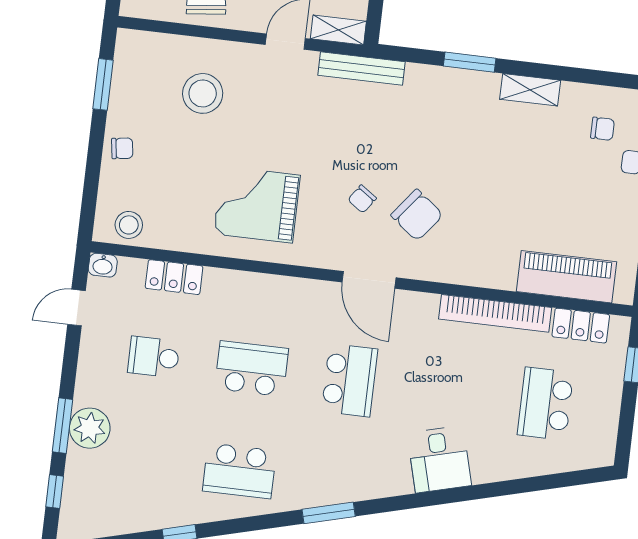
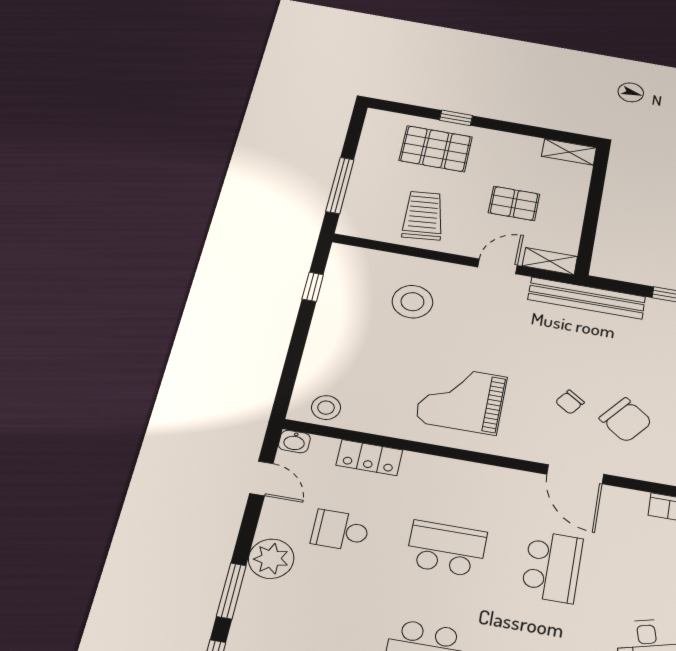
bench: (361, 68) -> (587, 298), width x1.37, depth x1.21
window: (103, 84) -> (313, 287), width x0.67
chair: (122, 148) -> (326, 341), removed
door: (76, 308) -> (261, 478), swing flipped
plant: (90, 428) -> (271, 559), moved

